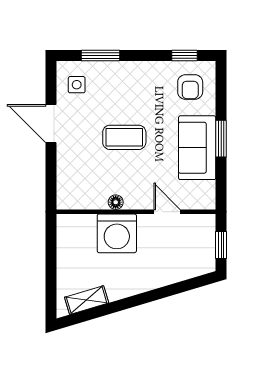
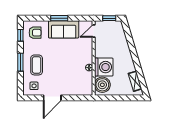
window: (100, 56) -> (20, 62), moved
coffee table: (124, 137) -> (37, 65), moved
door: (167, 212) -> (94, 31), moved
boiler: (79, 230) -> (102, 85), added

